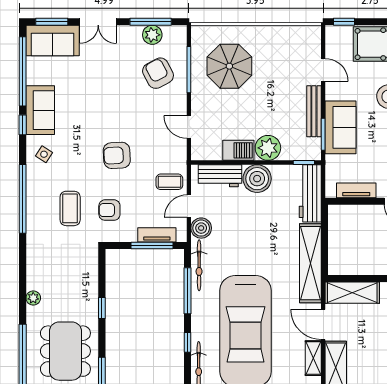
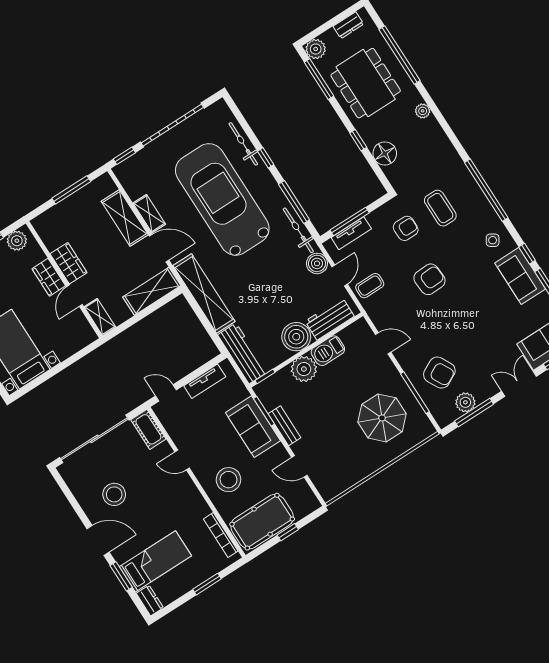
window: (344, 22) -> (288, 532), moved
bench: (314, 111) -> (284, 426), width x0.73
floor lamp: (87, 283) -> (385, 153), added

